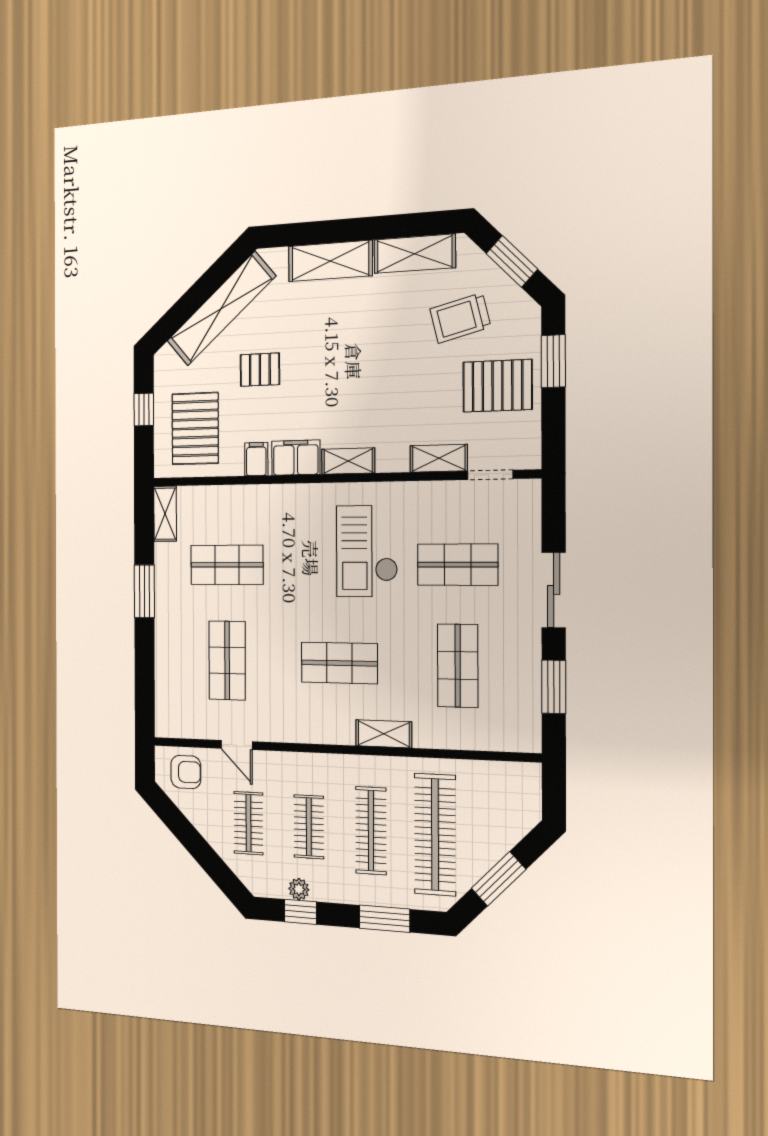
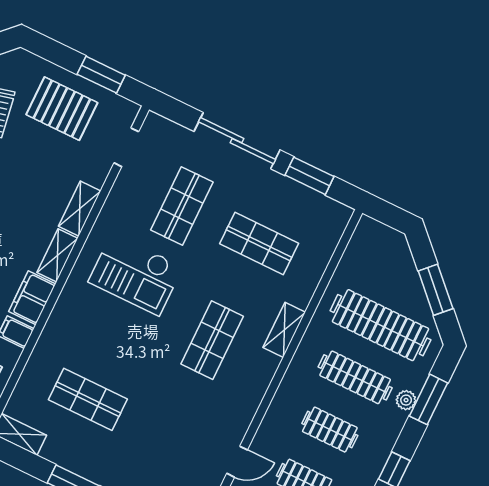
window: (553, 361) -> (101, 75), moved
pallet: (497, 386) -> (62, 109), turned 90
shelving: (439, 458) -> (80, 209), moved
shop shelf: (227, 565) -> (88, 399), turned 90
sliding door: (554, 590) -> (237, 141), width x1.37
shop shelf: (227, 661) -> (165, 437), removed
plant: (299, 889) -> (406, 400), moved

